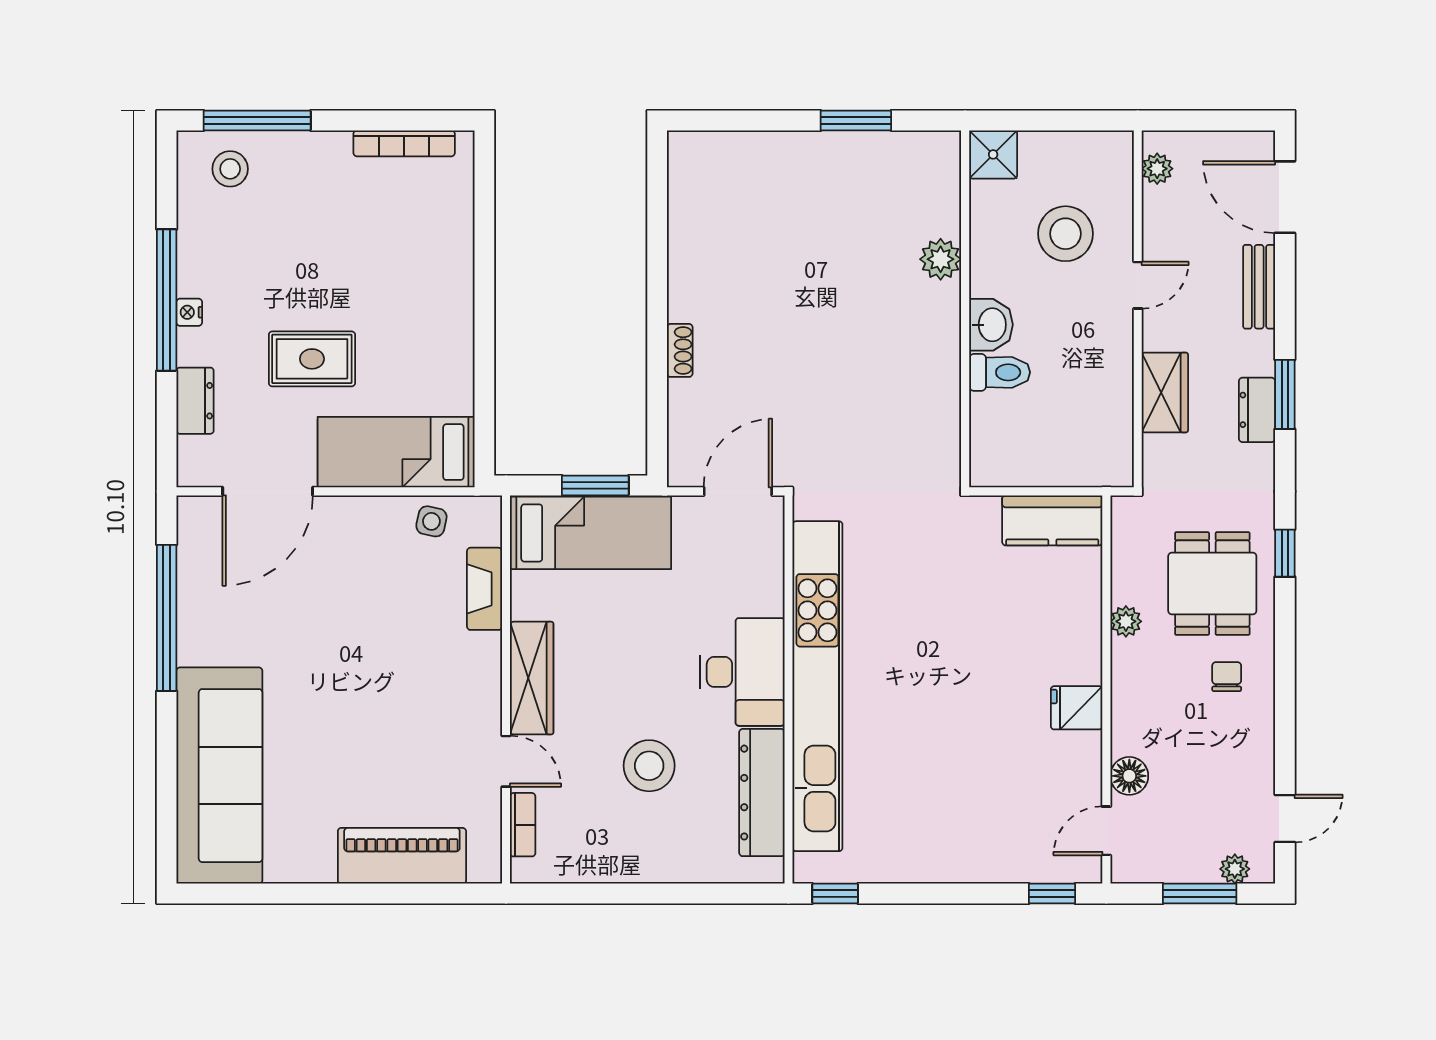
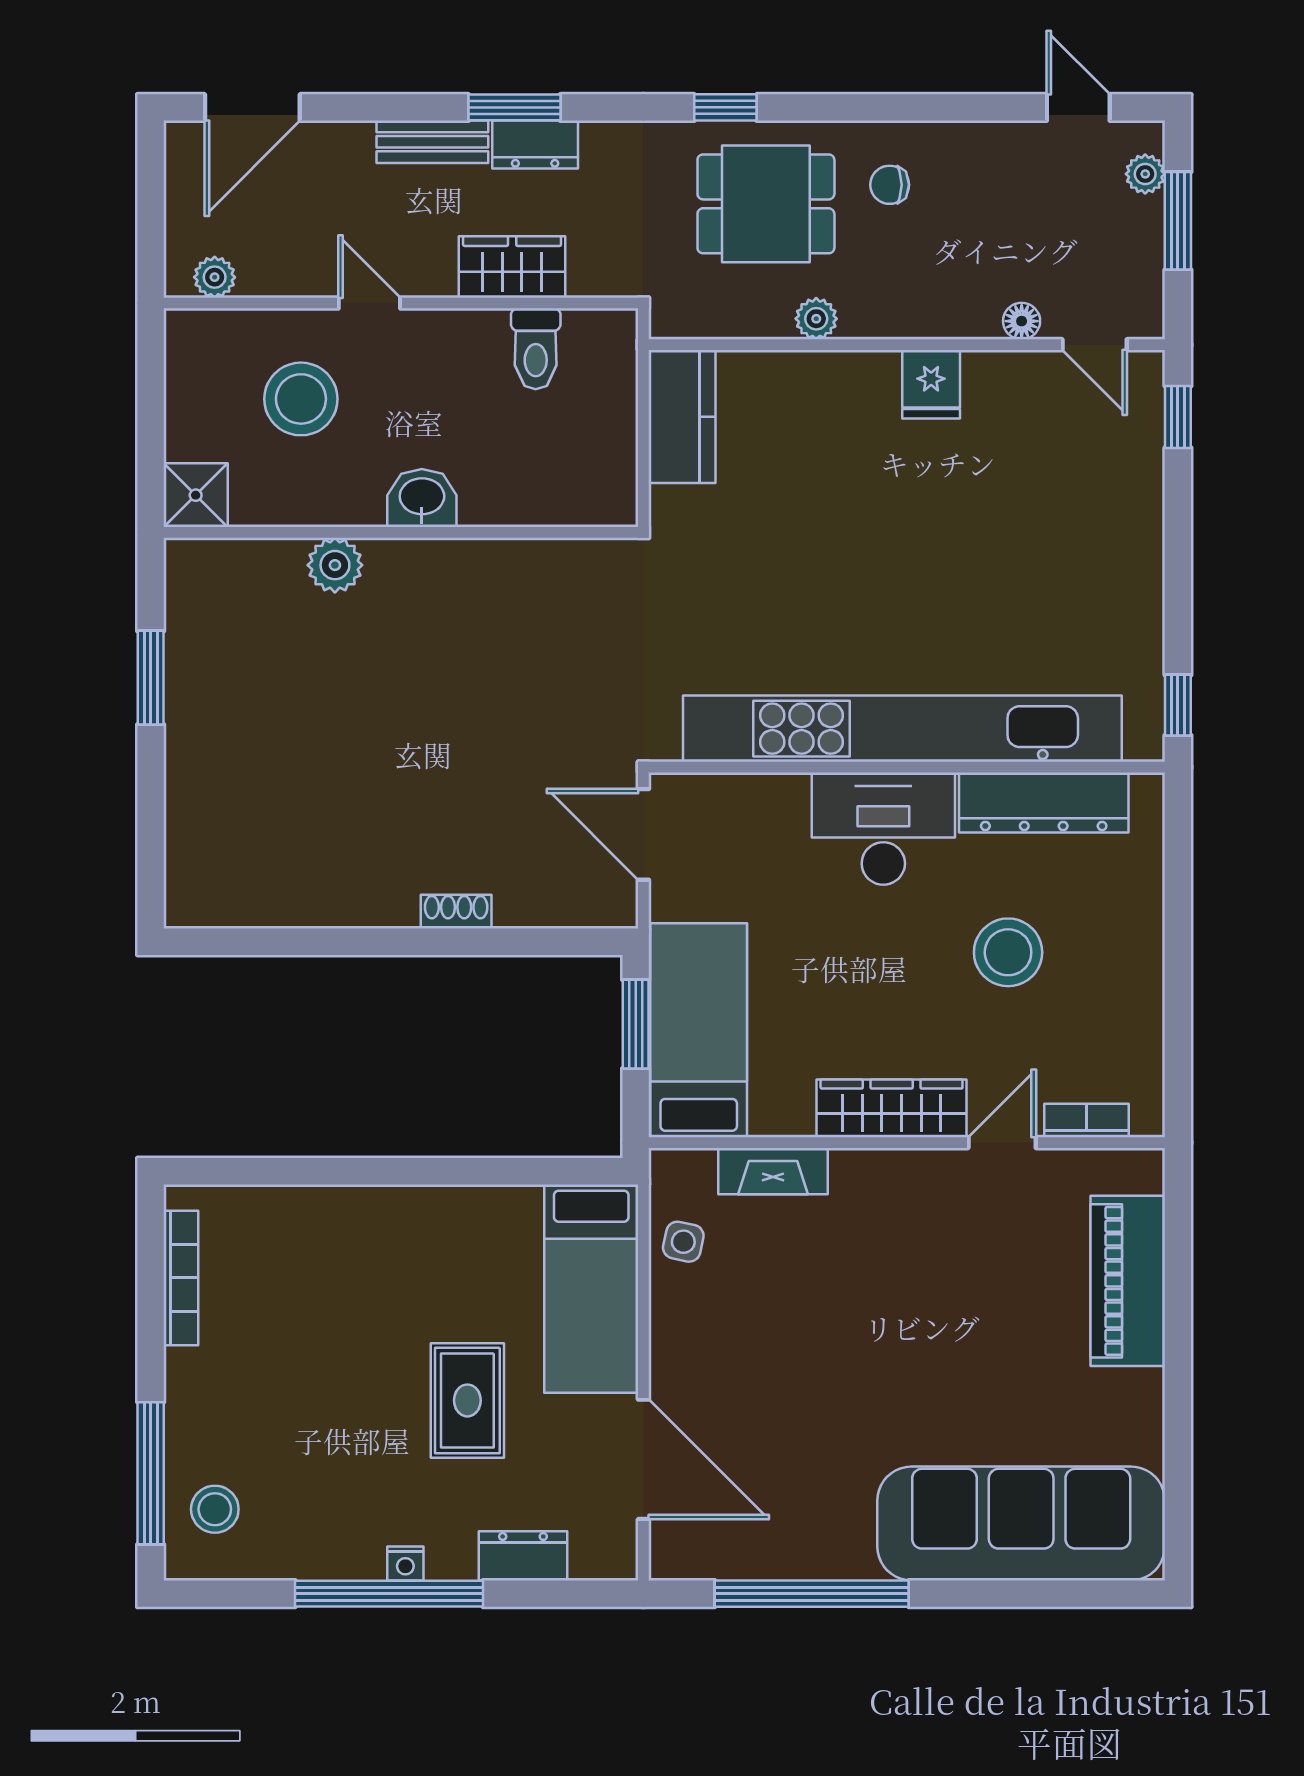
bench: (1259, 287) -> (432, 142), moved
toilet: (1000, 372) -> (536, 349), moved, turned 180
floor lamp: (1129, 776) -> (1022, 321), width x0.73, depth x0.73

